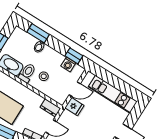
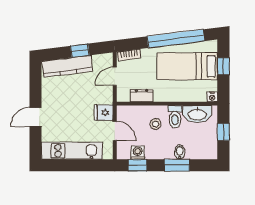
window: (38, 33) -> (177, 165), moved
door: (75, 89) -> (115, 131), swing flipped
dresser: (50, 108) -> (142, 96), moved

